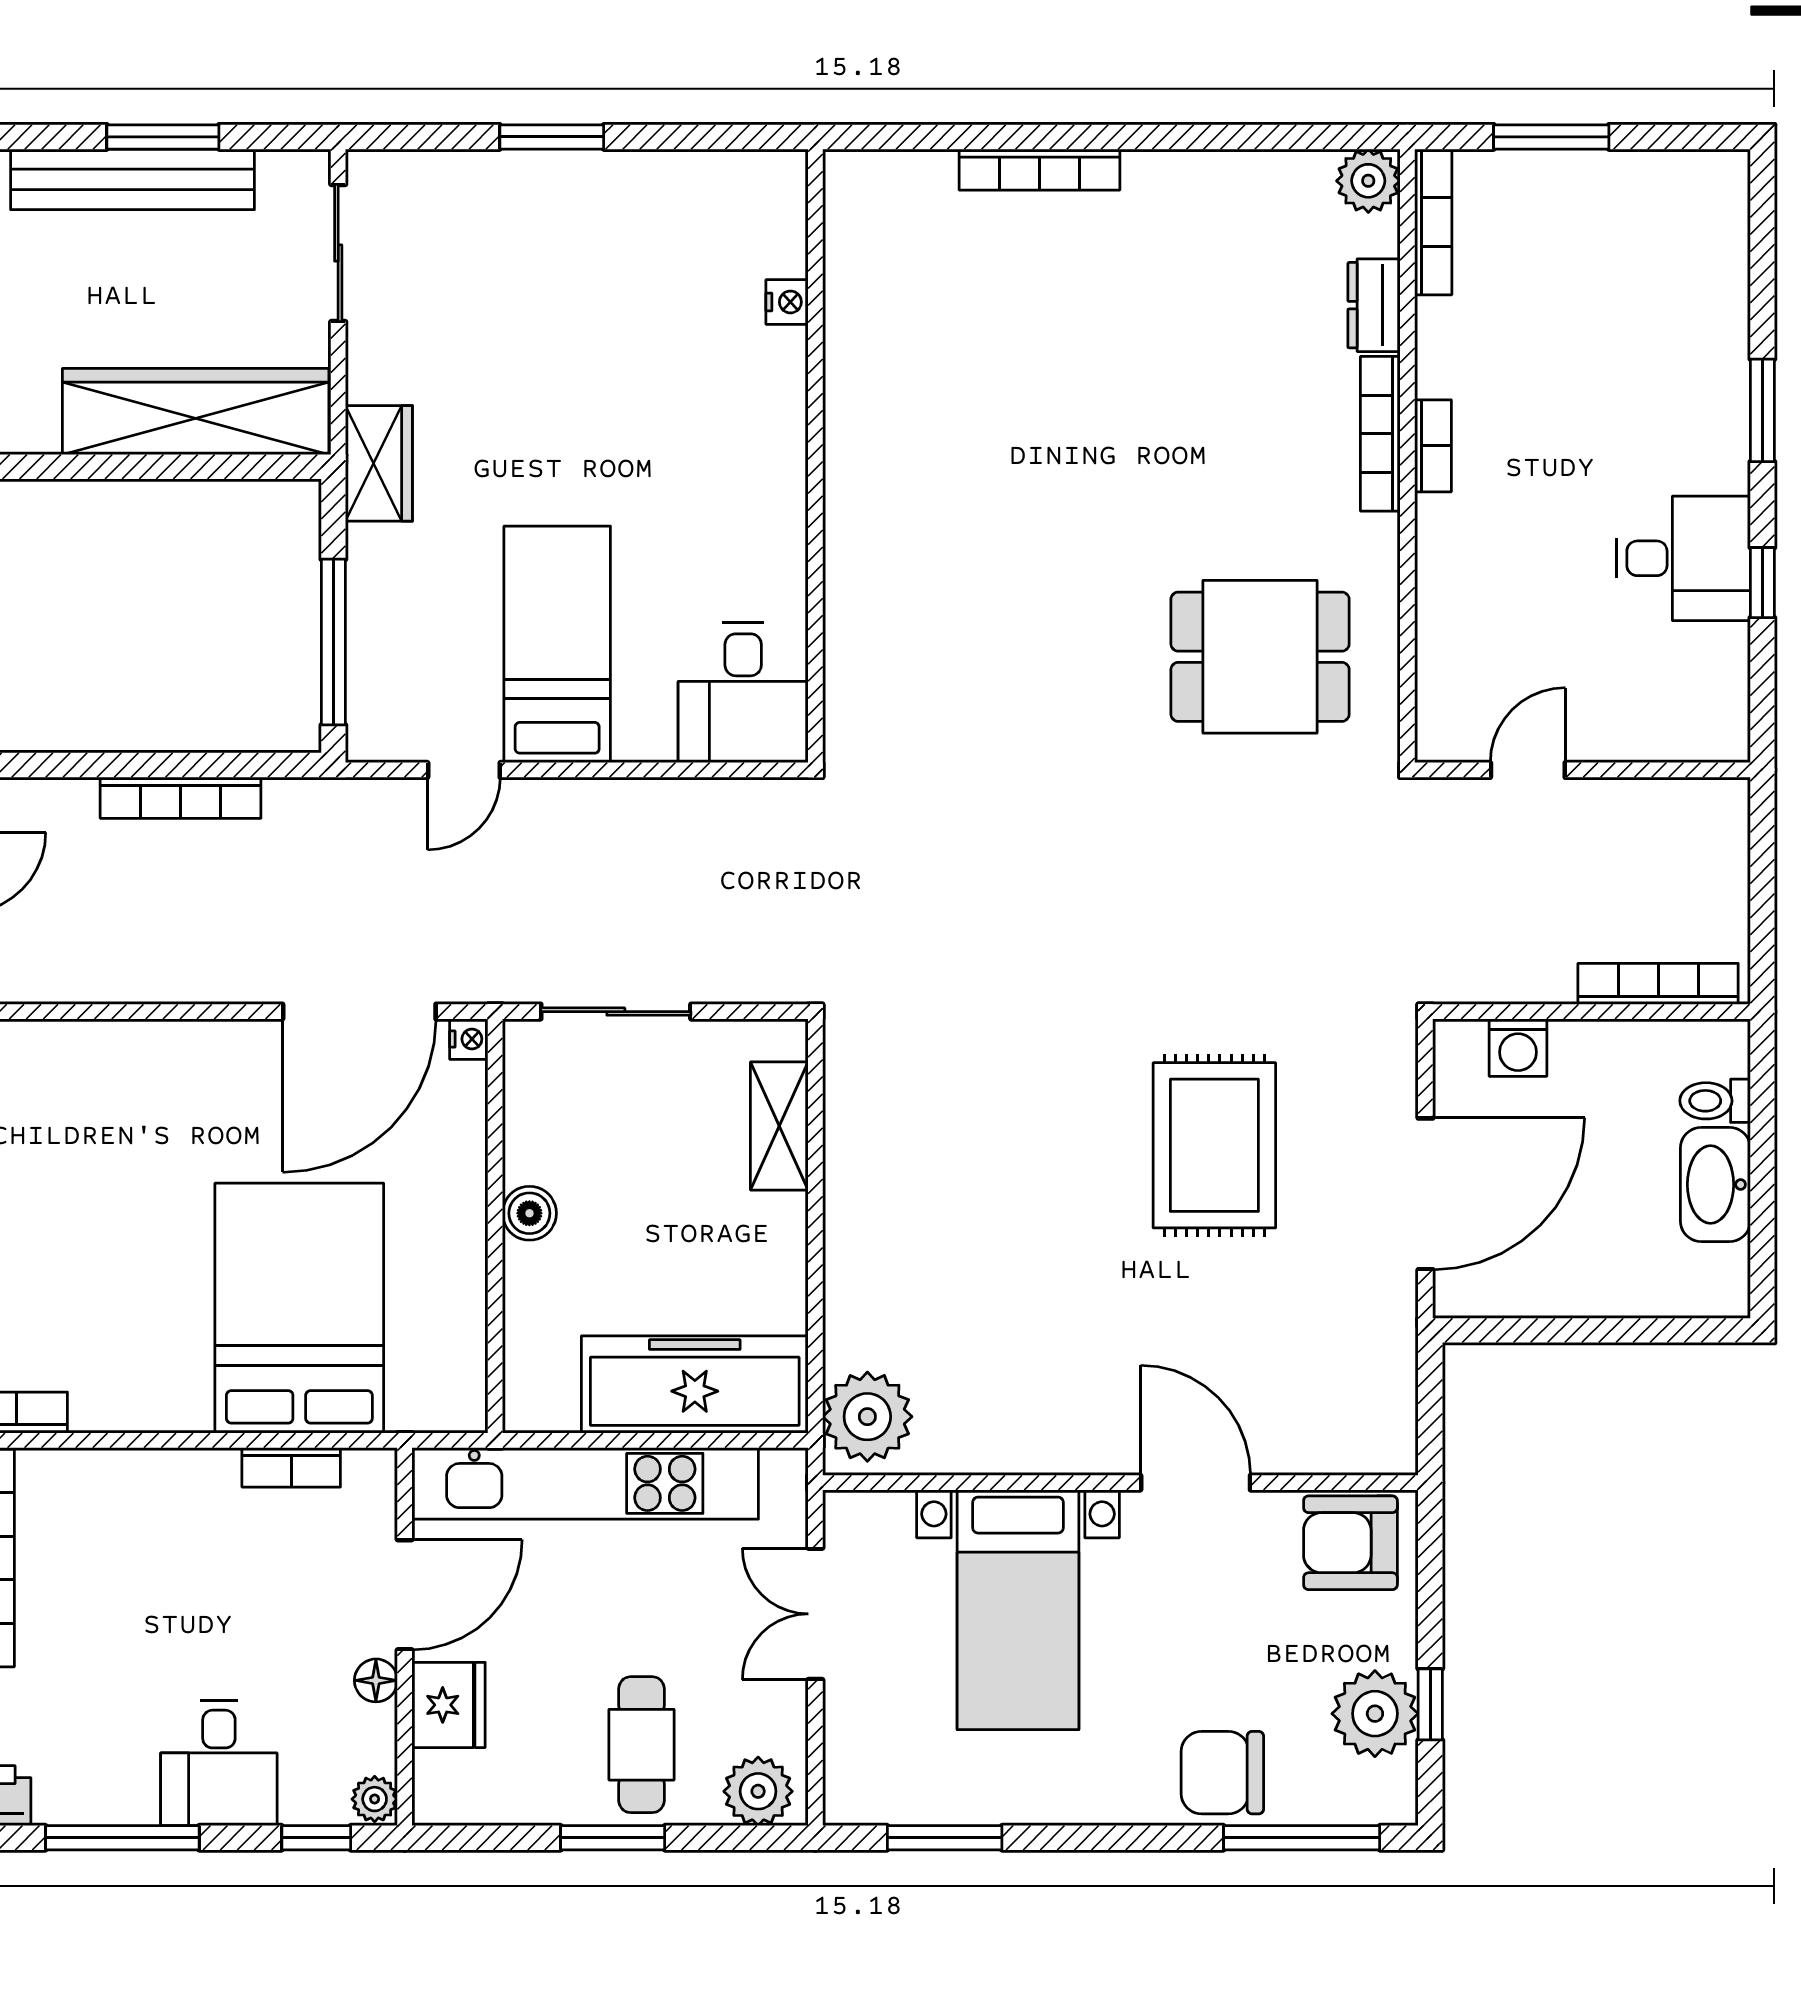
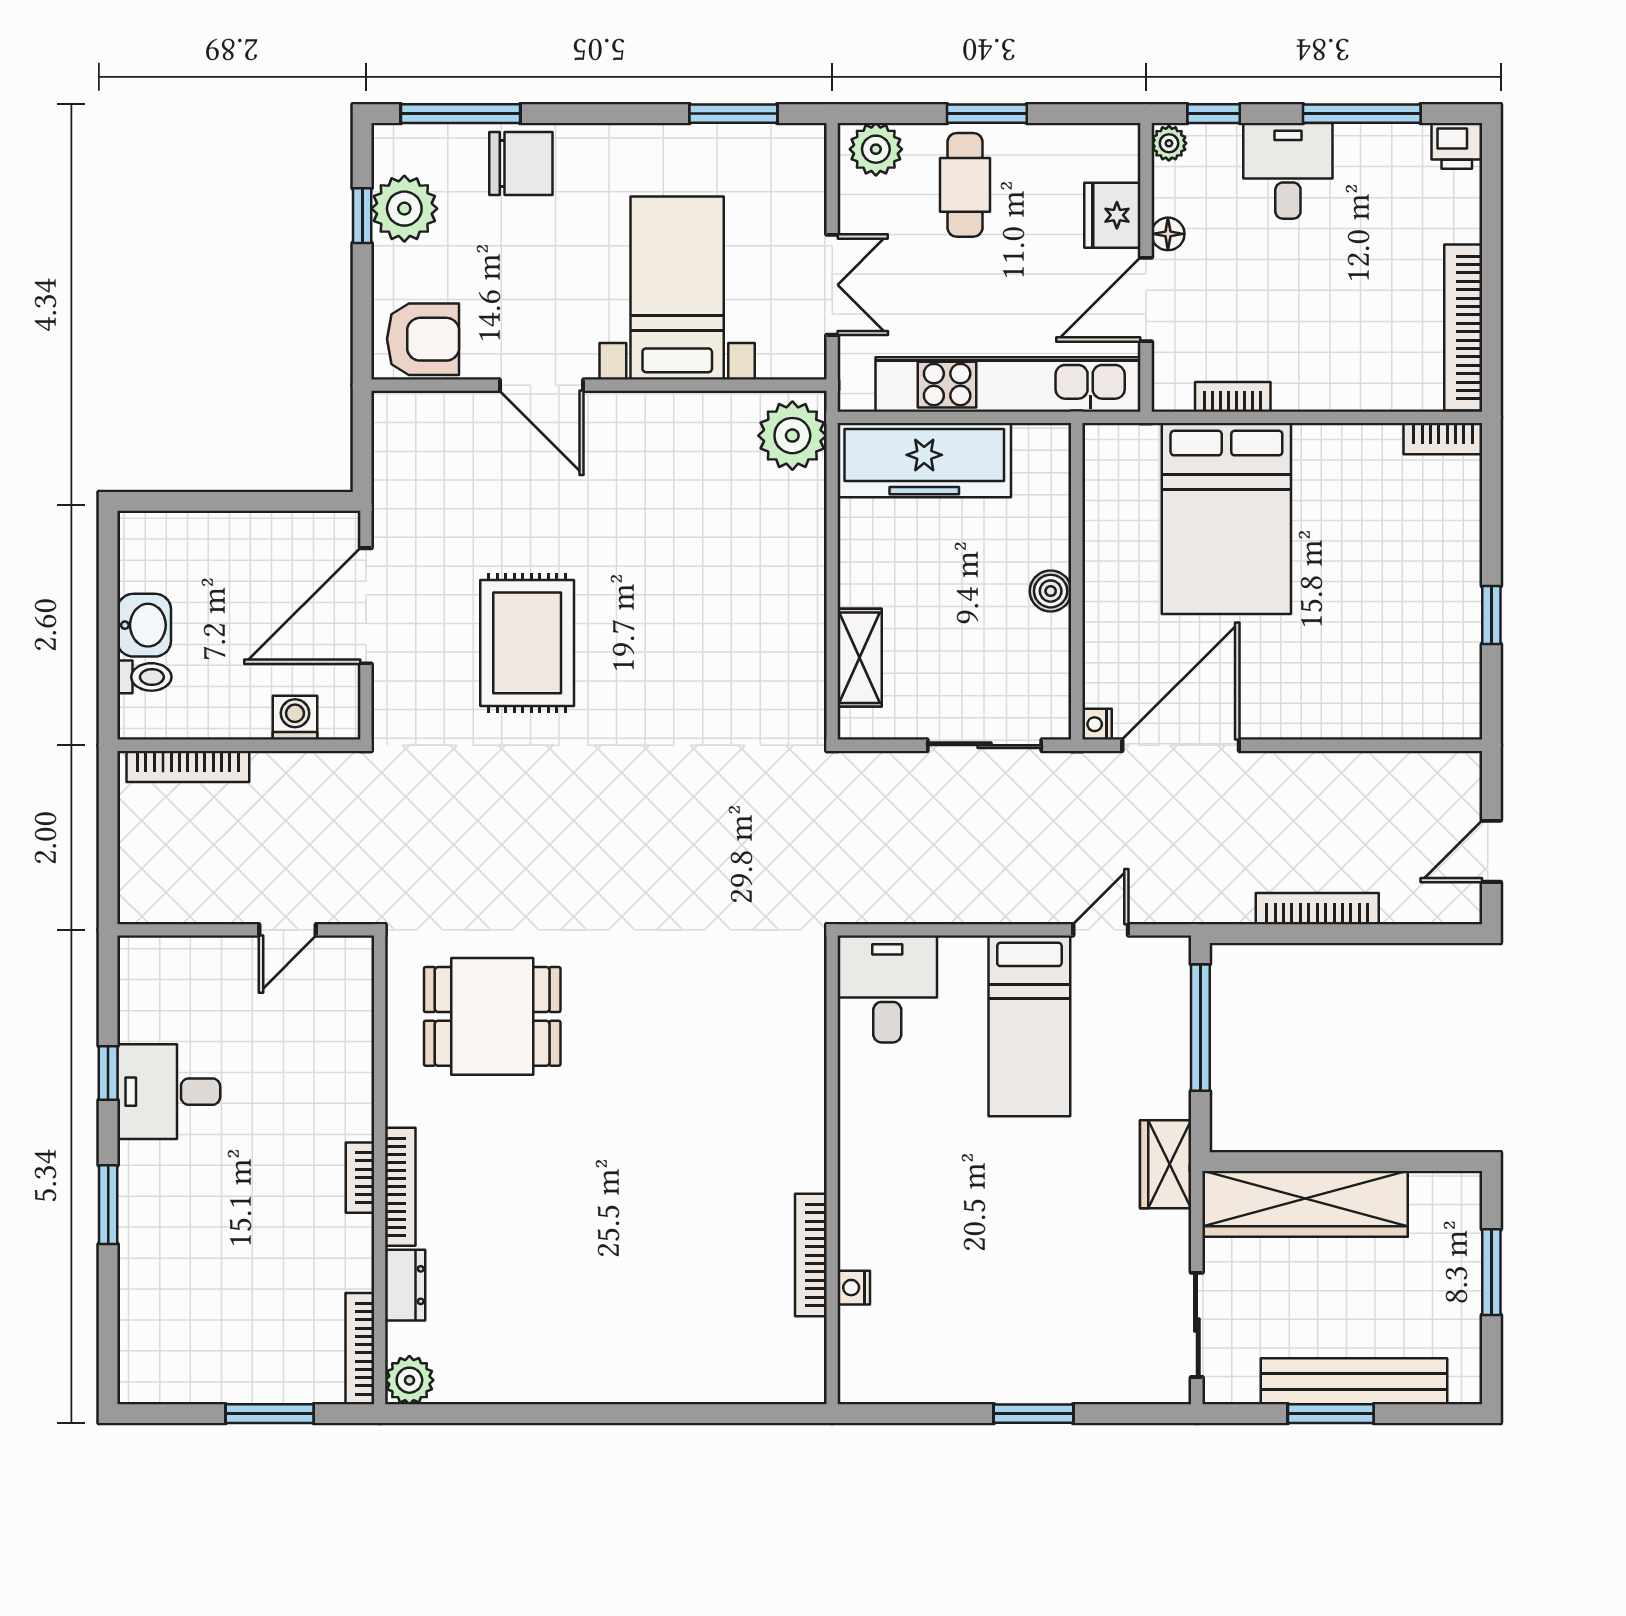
bookcase: (1040, 170) -> (811, 1255), moved, turned -90
washbasin: (1715, 1185) -> (144, 625), width x0.72

